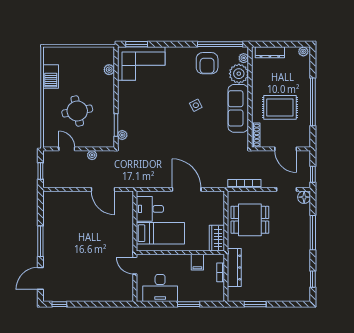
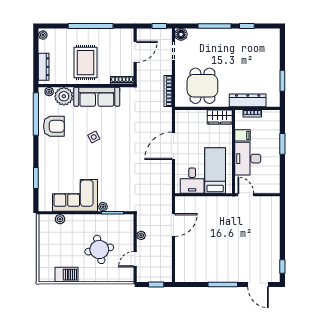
window: (137, 44) -> (36, 178), moved
corner sofa: (141, 64) -> (75, 195), moved, turned -90
rug: (280, 107) -> (86, 63), moved
plant: (122, 135) -> (103, 207), moved
door: (135, 266) -> (246, 195), swing flipped
window: (313, 279) -> (247, 26), moved
desk: (160, 288) -> (248, 159), moved, turned 180

